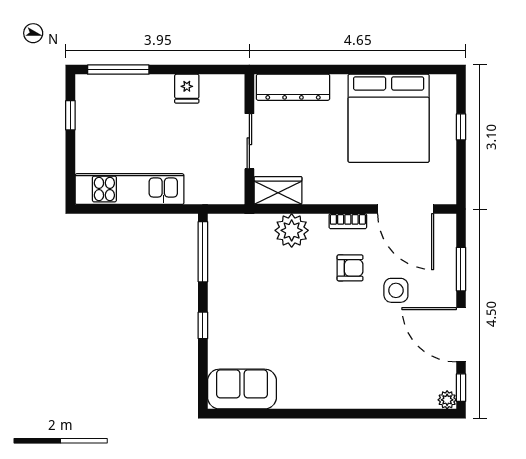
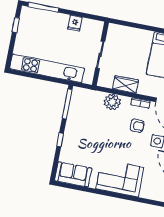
dresser: (293, 87) -> (127, 33), removed
kitchen unit: (129, 189) -> (47, 68), width x1.36
wardrobe: (278, 190) -> (125, 84), moved
corner sofa: (336, 378) -> (120, 178), added

